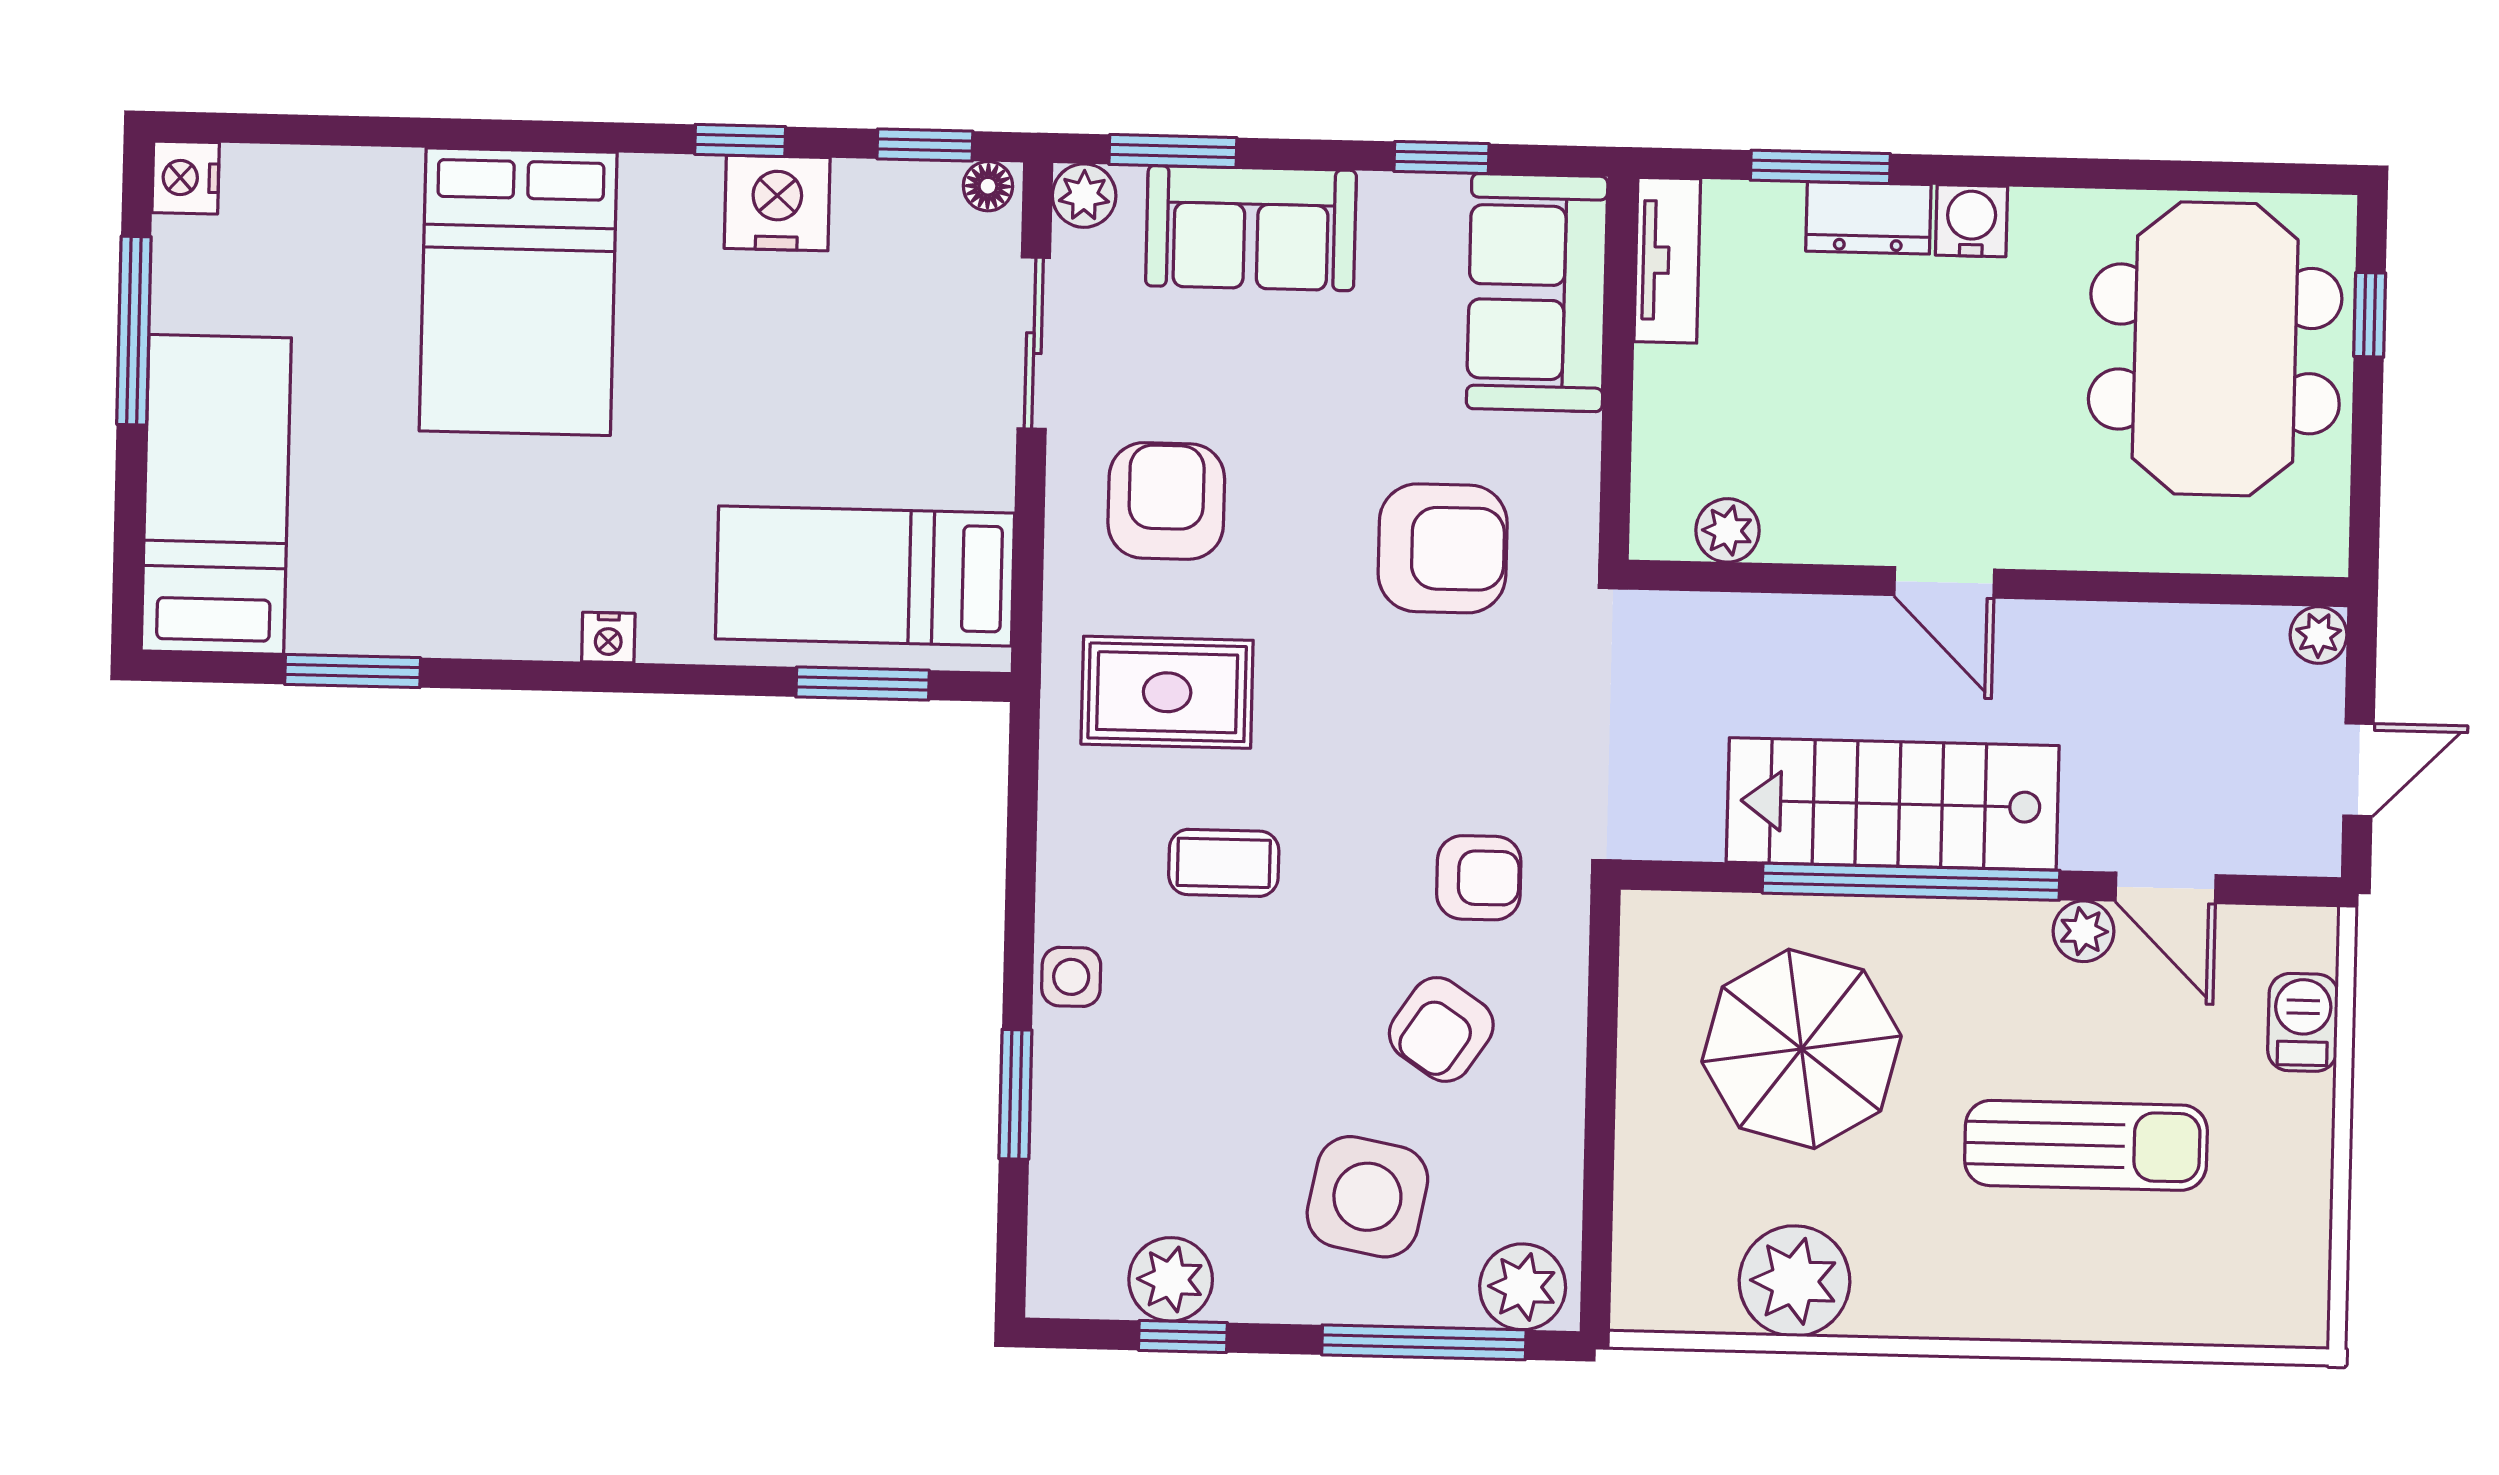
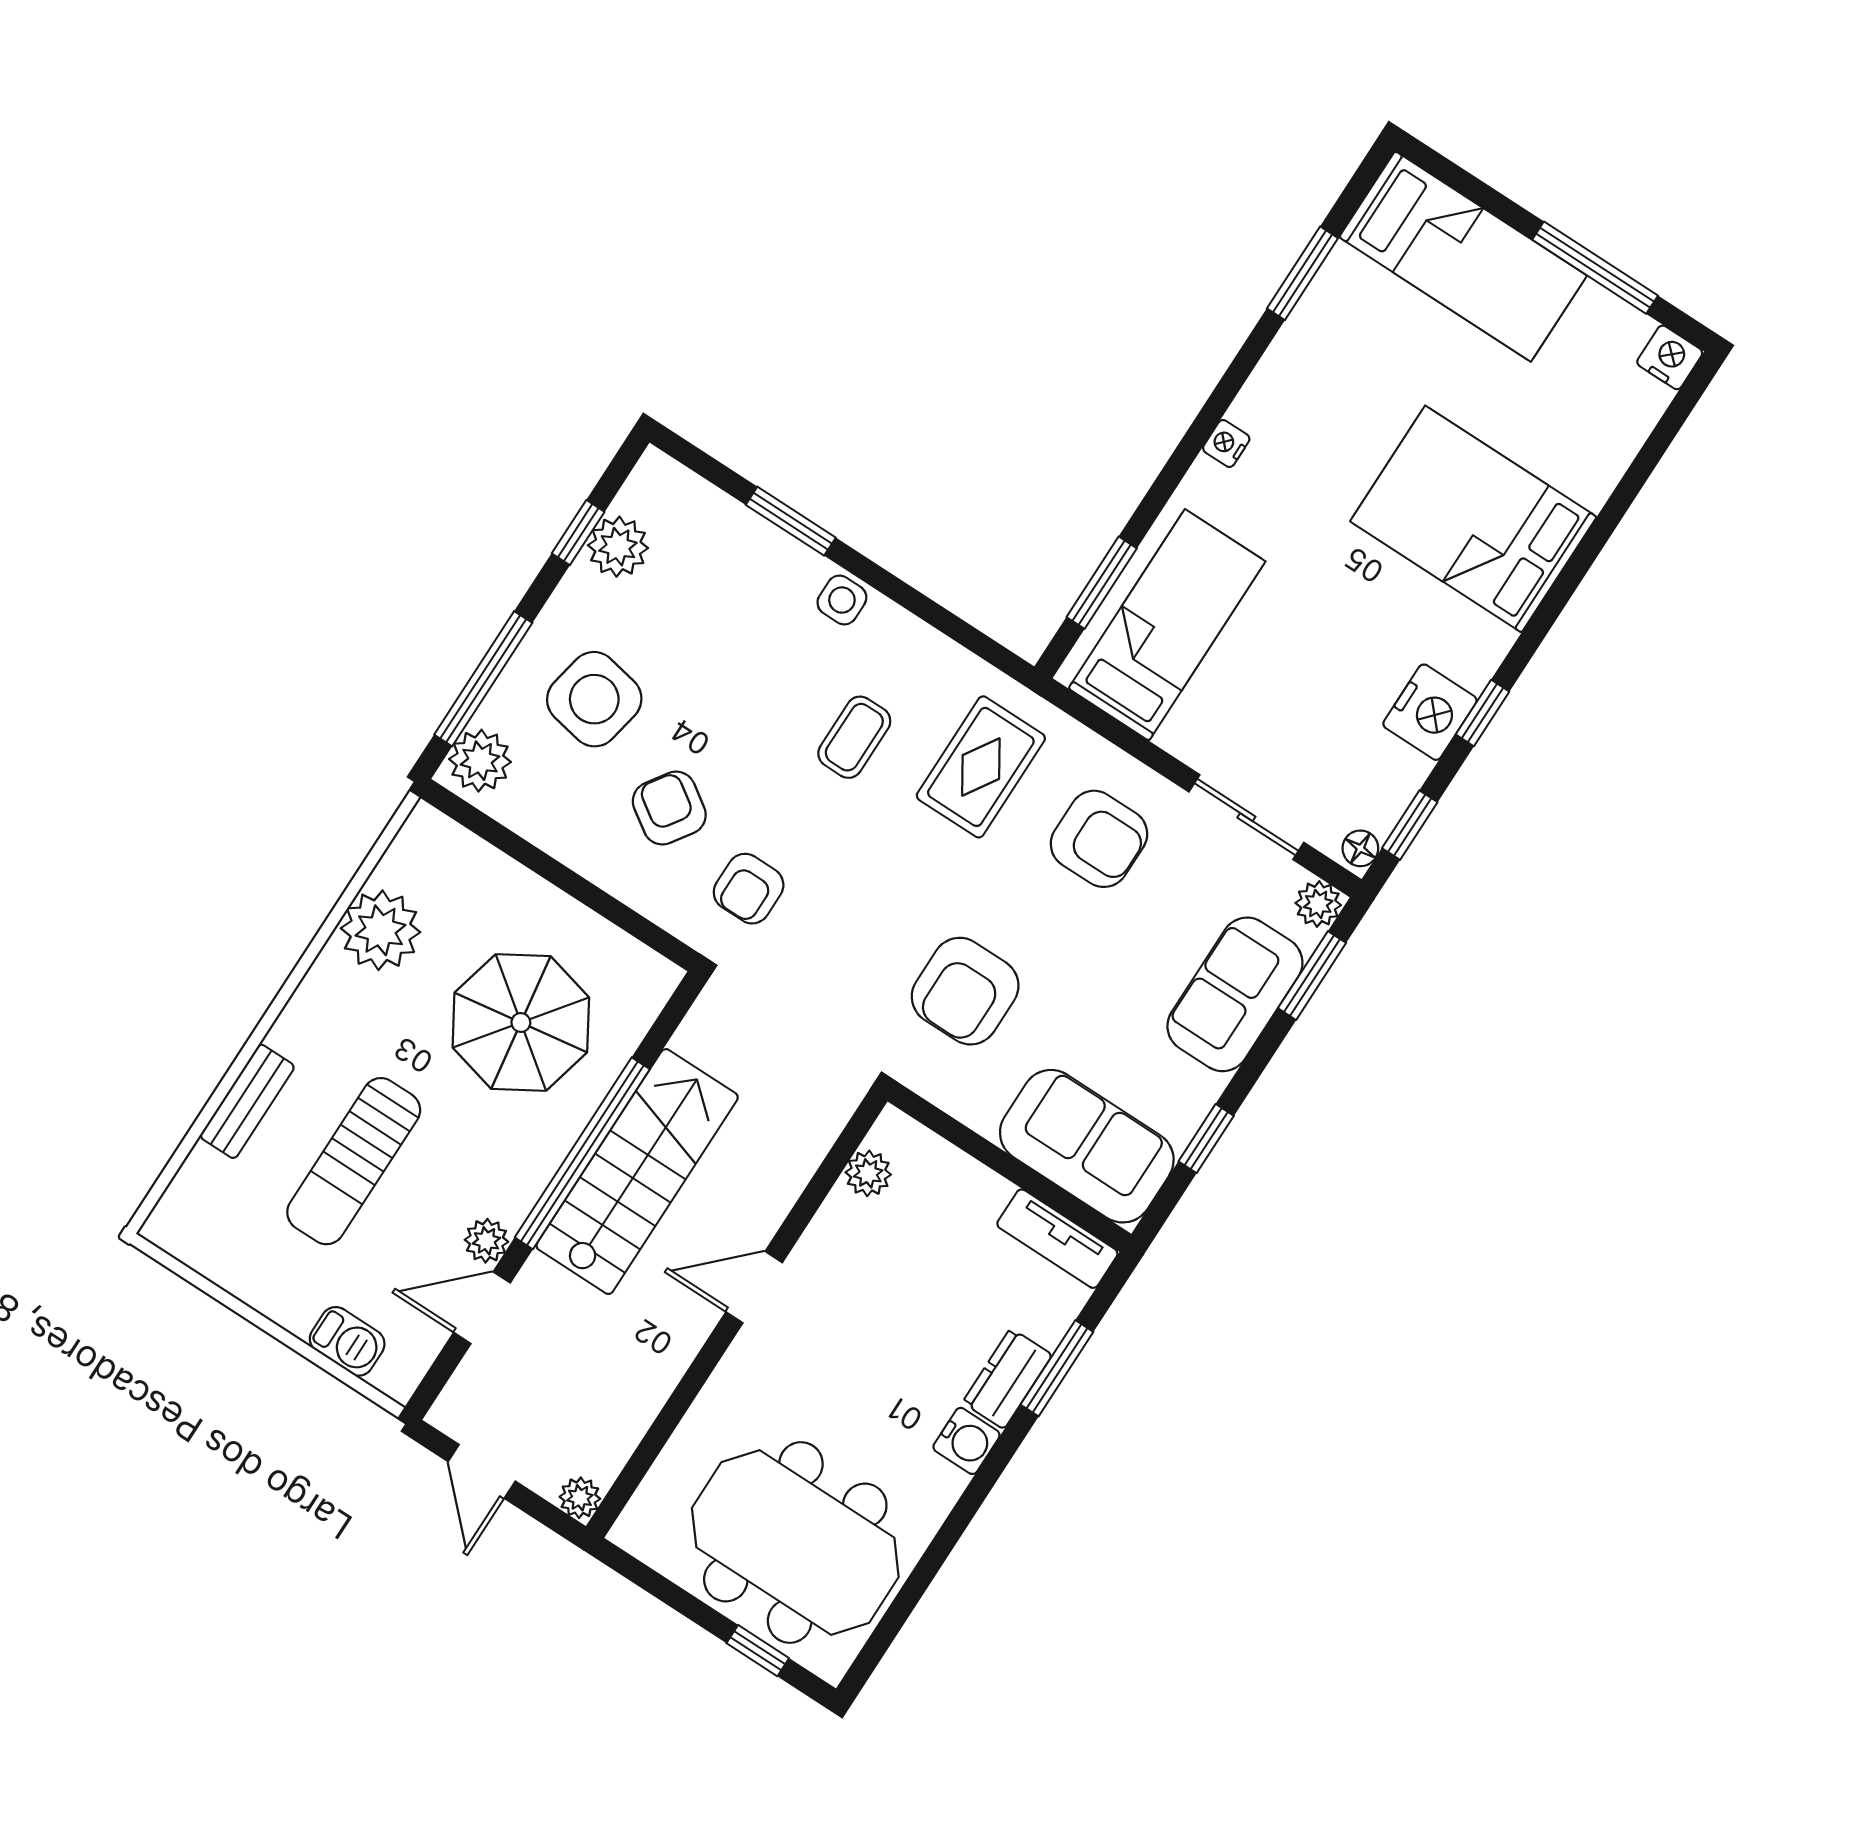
bench: (2093, 1314) -> (247, 1101), added

